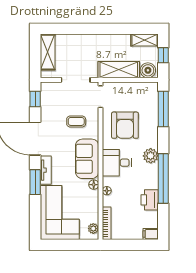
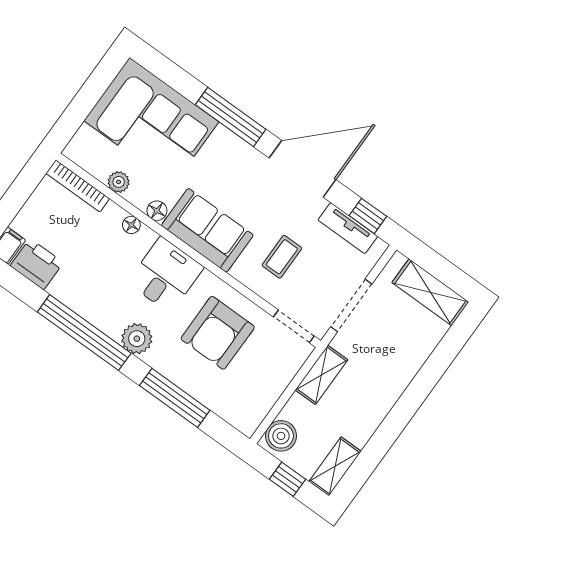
shelving: (119, 70) -> (321, 375), width x0.67, depth x0.75
window: (163, 109) -> (175, 398), moved
armchair: (125, 125) -> (218, 333), turned -90
tv unit: (46, 170) -> (348, 228), moved
window: (35, 182) -> (231, 117), width x1.44
printer: (150, 200) -> (37, 264), moved
plant: (93, 229) -> (119, 182), moved

